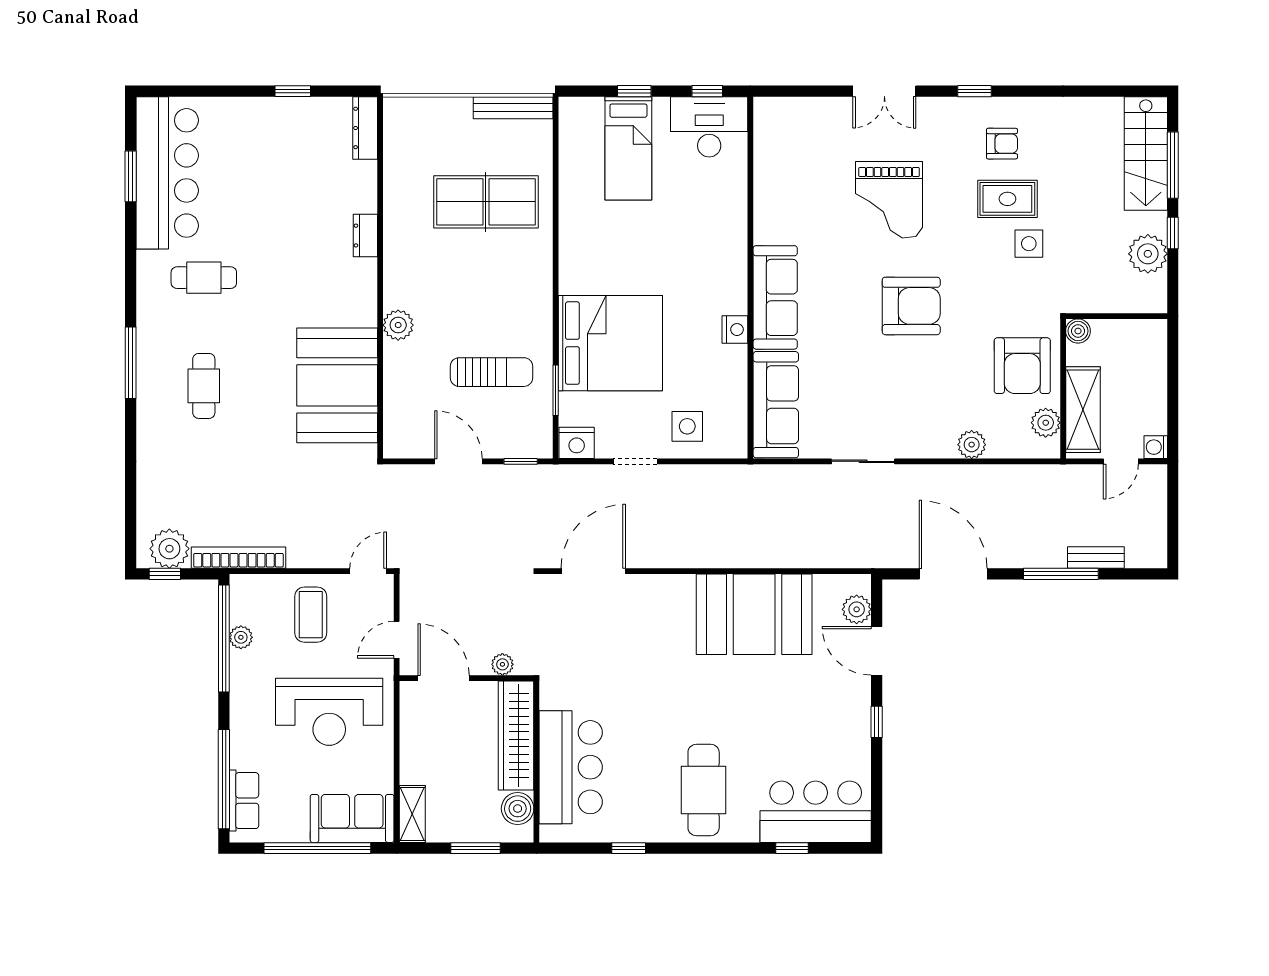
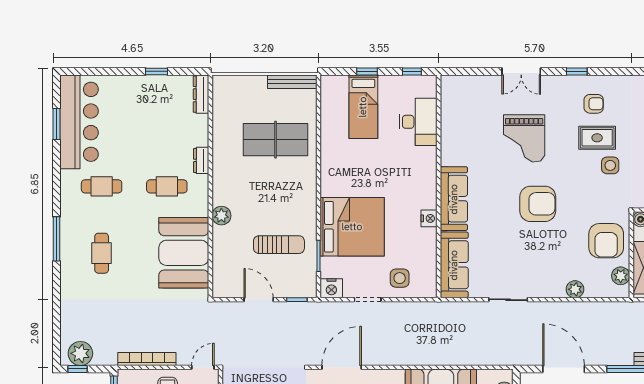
desk: (709, 127) -> (418, 122), moved, turned 90
cafe table: (310, 278) -> (167, 186), added
bookcase: (238, 558) -> (147, 359), moved

